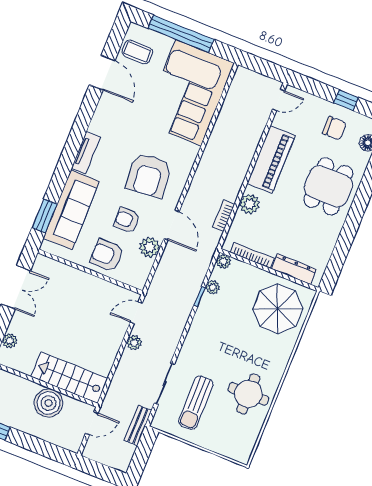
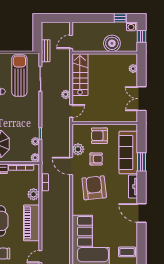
door: (102, 73) -> (142, 213), moved
window: (44, 216) -> (142, 162), moved
armchair: (107, 255) -> (99, 136), turned 180
stairs: (69, 378) -> (80, 75), moved, turned -90
boiler: (49, 403) -> (112, 43), moved
sun lounger: (196, 403) -> (19, 75), width x1.36, depth x1.34

